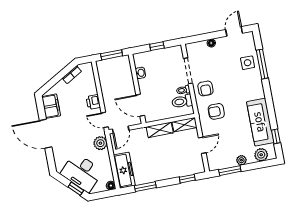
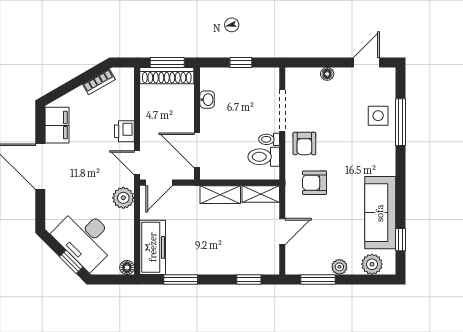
shoe rack: (113, 63) -> (167, 76), added

